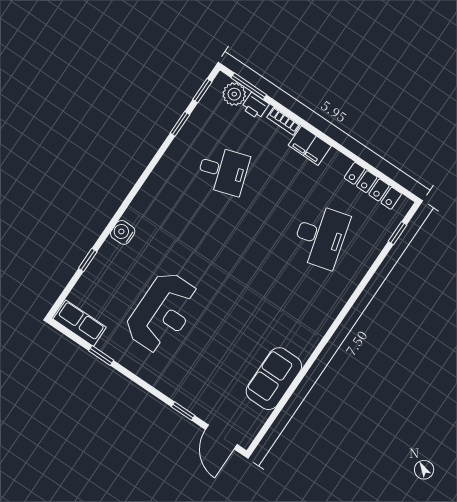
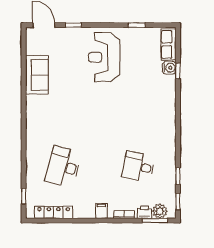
filing cabinet: (310, 146) -> (101, 211), width x0.50
desk: (223, 171) -> (138, 167), turned 30
water cooler: (123, 232) -> (169, 68), moved
desk: (320, 236) -> (63, 167), turned 30
reception desk: (163, 313) -> (104, 57), moved
row of seats: (80, 323) -> (168, 44), moved, turned 90

